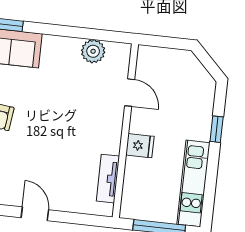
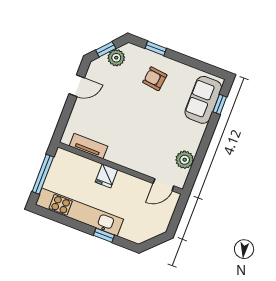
door: (130, 93) -> (163, 185), moved
kitchen unit: (193, 183) -> (79, 212), width x1.36

